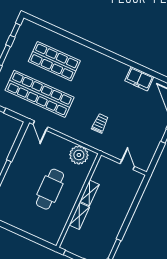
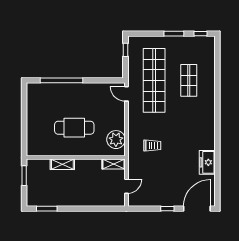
shop shelf: (54, 61) -> (189, 80), width x0.70, depth x0.74
door: (40, 126) -> (126, 94), hinge flipped
shelving: (90, 193) -> (114, 164), moved

